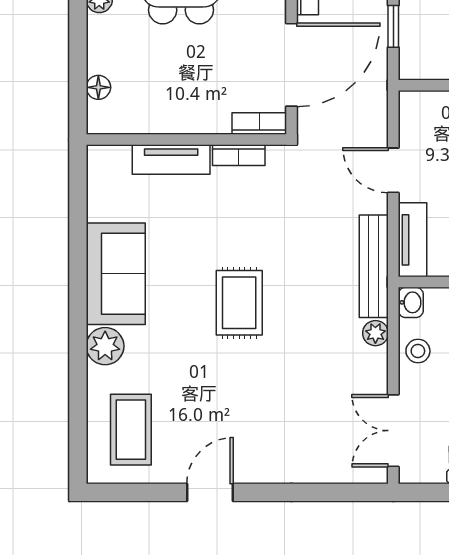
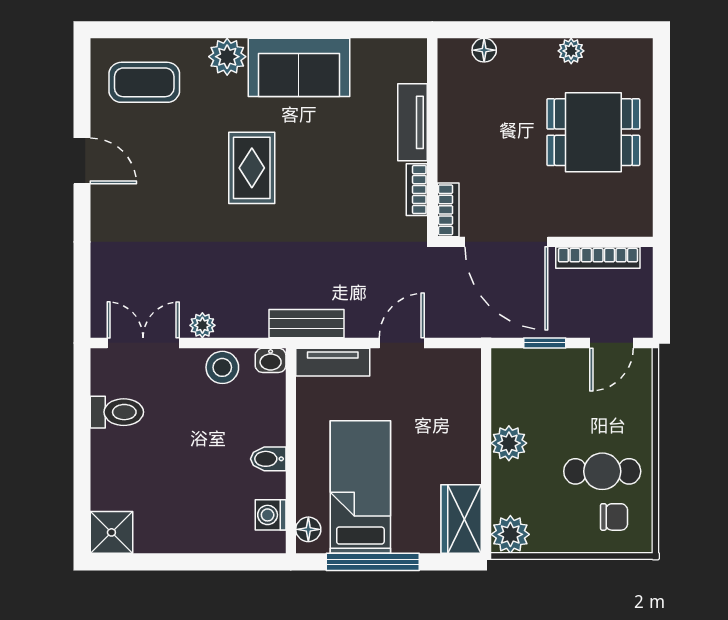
bench: (374, 266) -> (306, 324), width x0.73
rug: (239, 303) -> (252, 168), moved, turned 90
plant: (375, 333) -> (202, 325), moved
stool: (418, 351) -> (222, 367), width x1.37, depth x1.37

